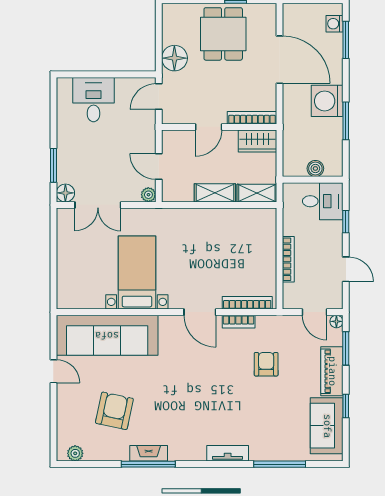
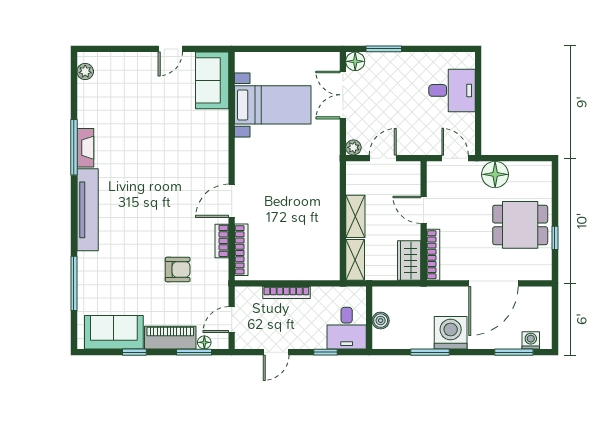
bed with nightstands: (137, 273) -> (273, 105), moved
floor lamp: (336, 321) -> (204, 342), moved
sofa: (107, 335) -> (212, 80), width x0.54, depth x0.79
armchair: (114, 411) -> (129, 112), removed
tv unit: (228, 453) -> (88, 210), width x1.92, depth x1.29

